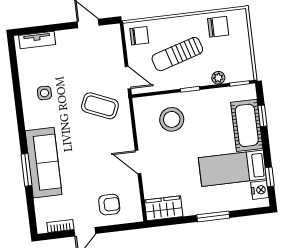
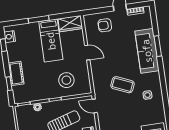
coffee table: (100, 106) -> (122, 85), moved
cot: (247, 125) -> (16, 73), width x0.73, depth x0.75
bed: (232, 168) -> (51, 41), moved, turned 90

